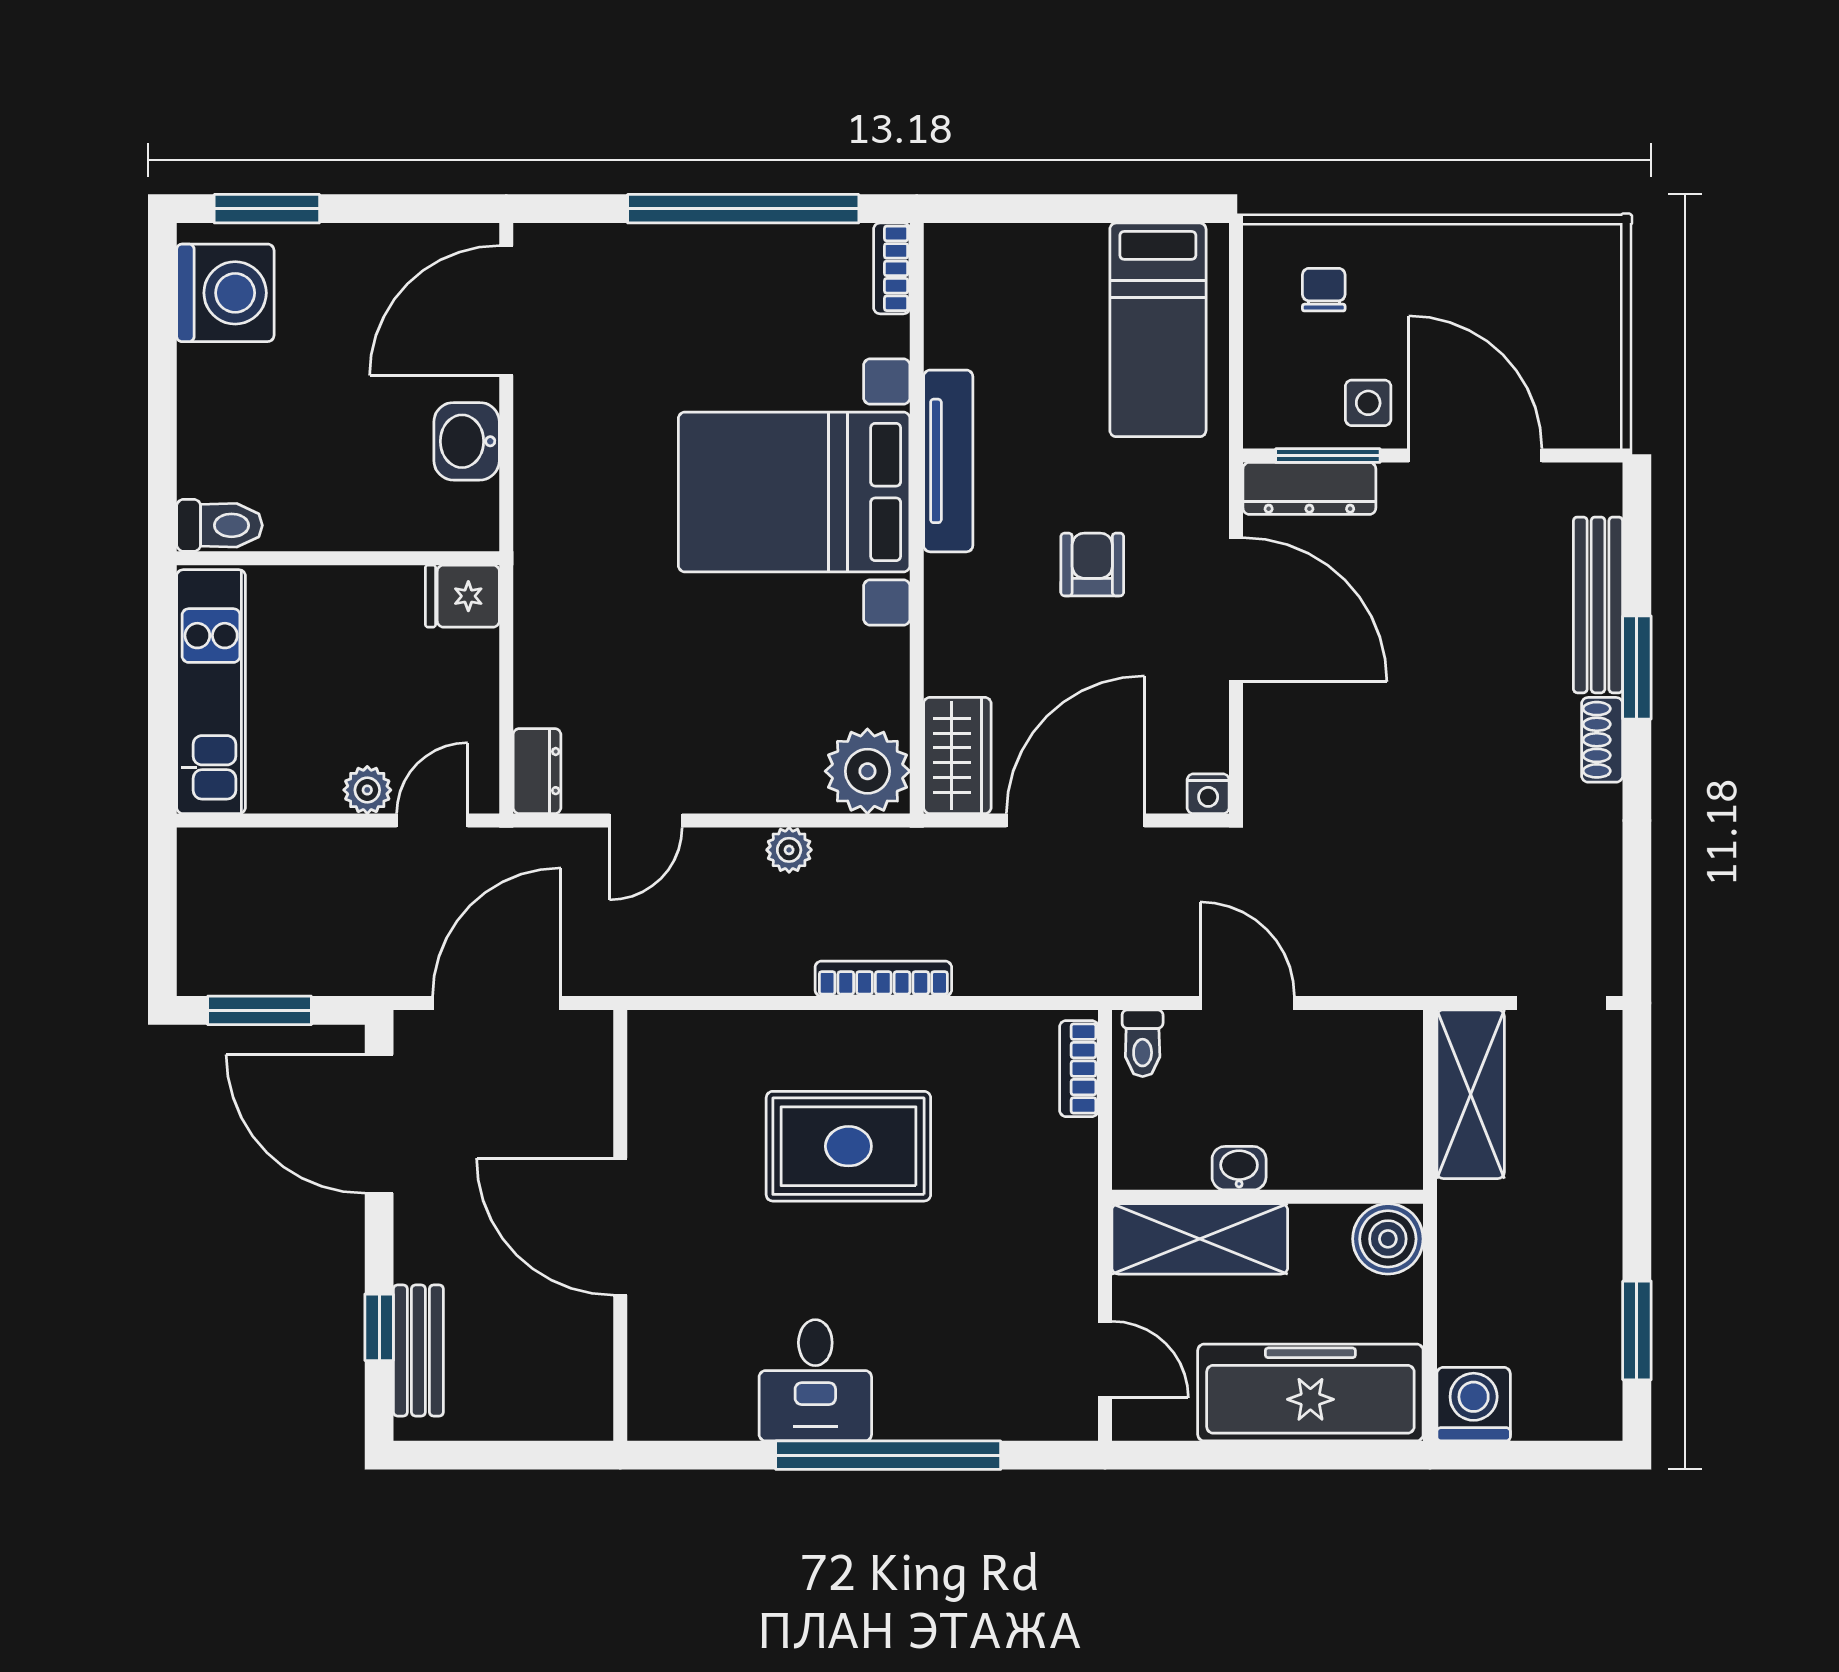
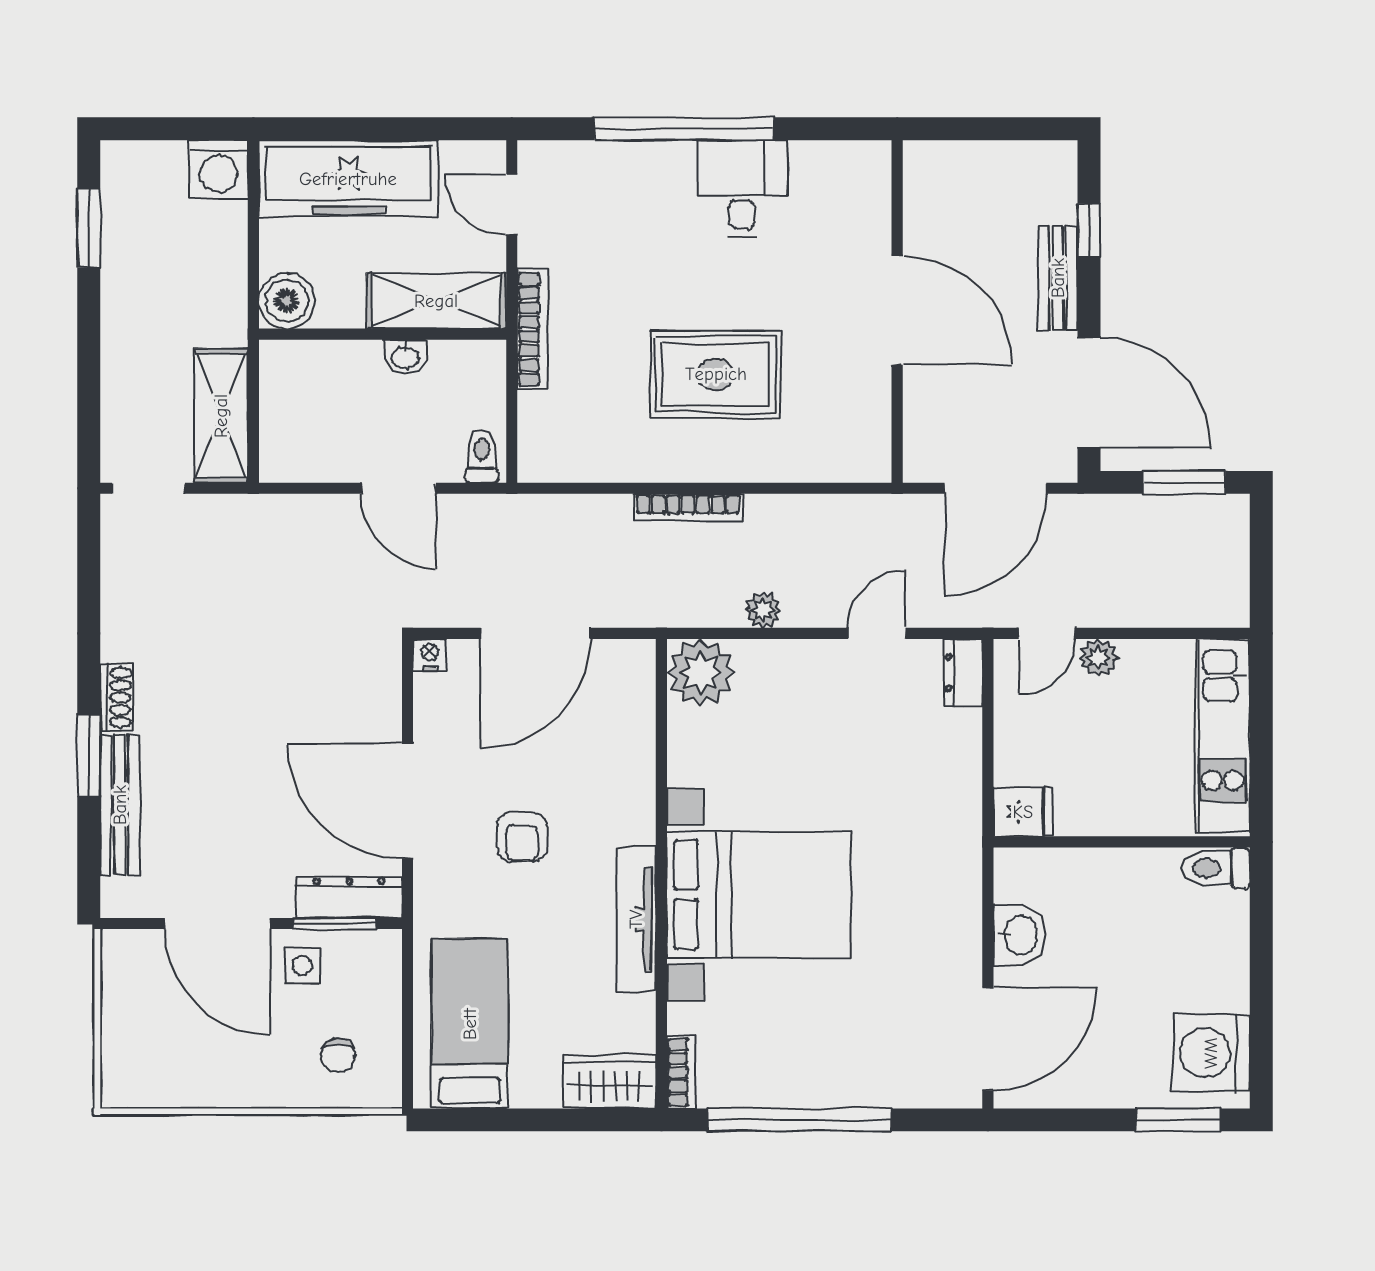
wardrobe: (957, 755) -> (610, 1082), moved, turned 90
bookcase: (1079, 1069) -> (533, 329), moved, width x1.56
bench: (418, 1350) -> (1058, 278), moved

